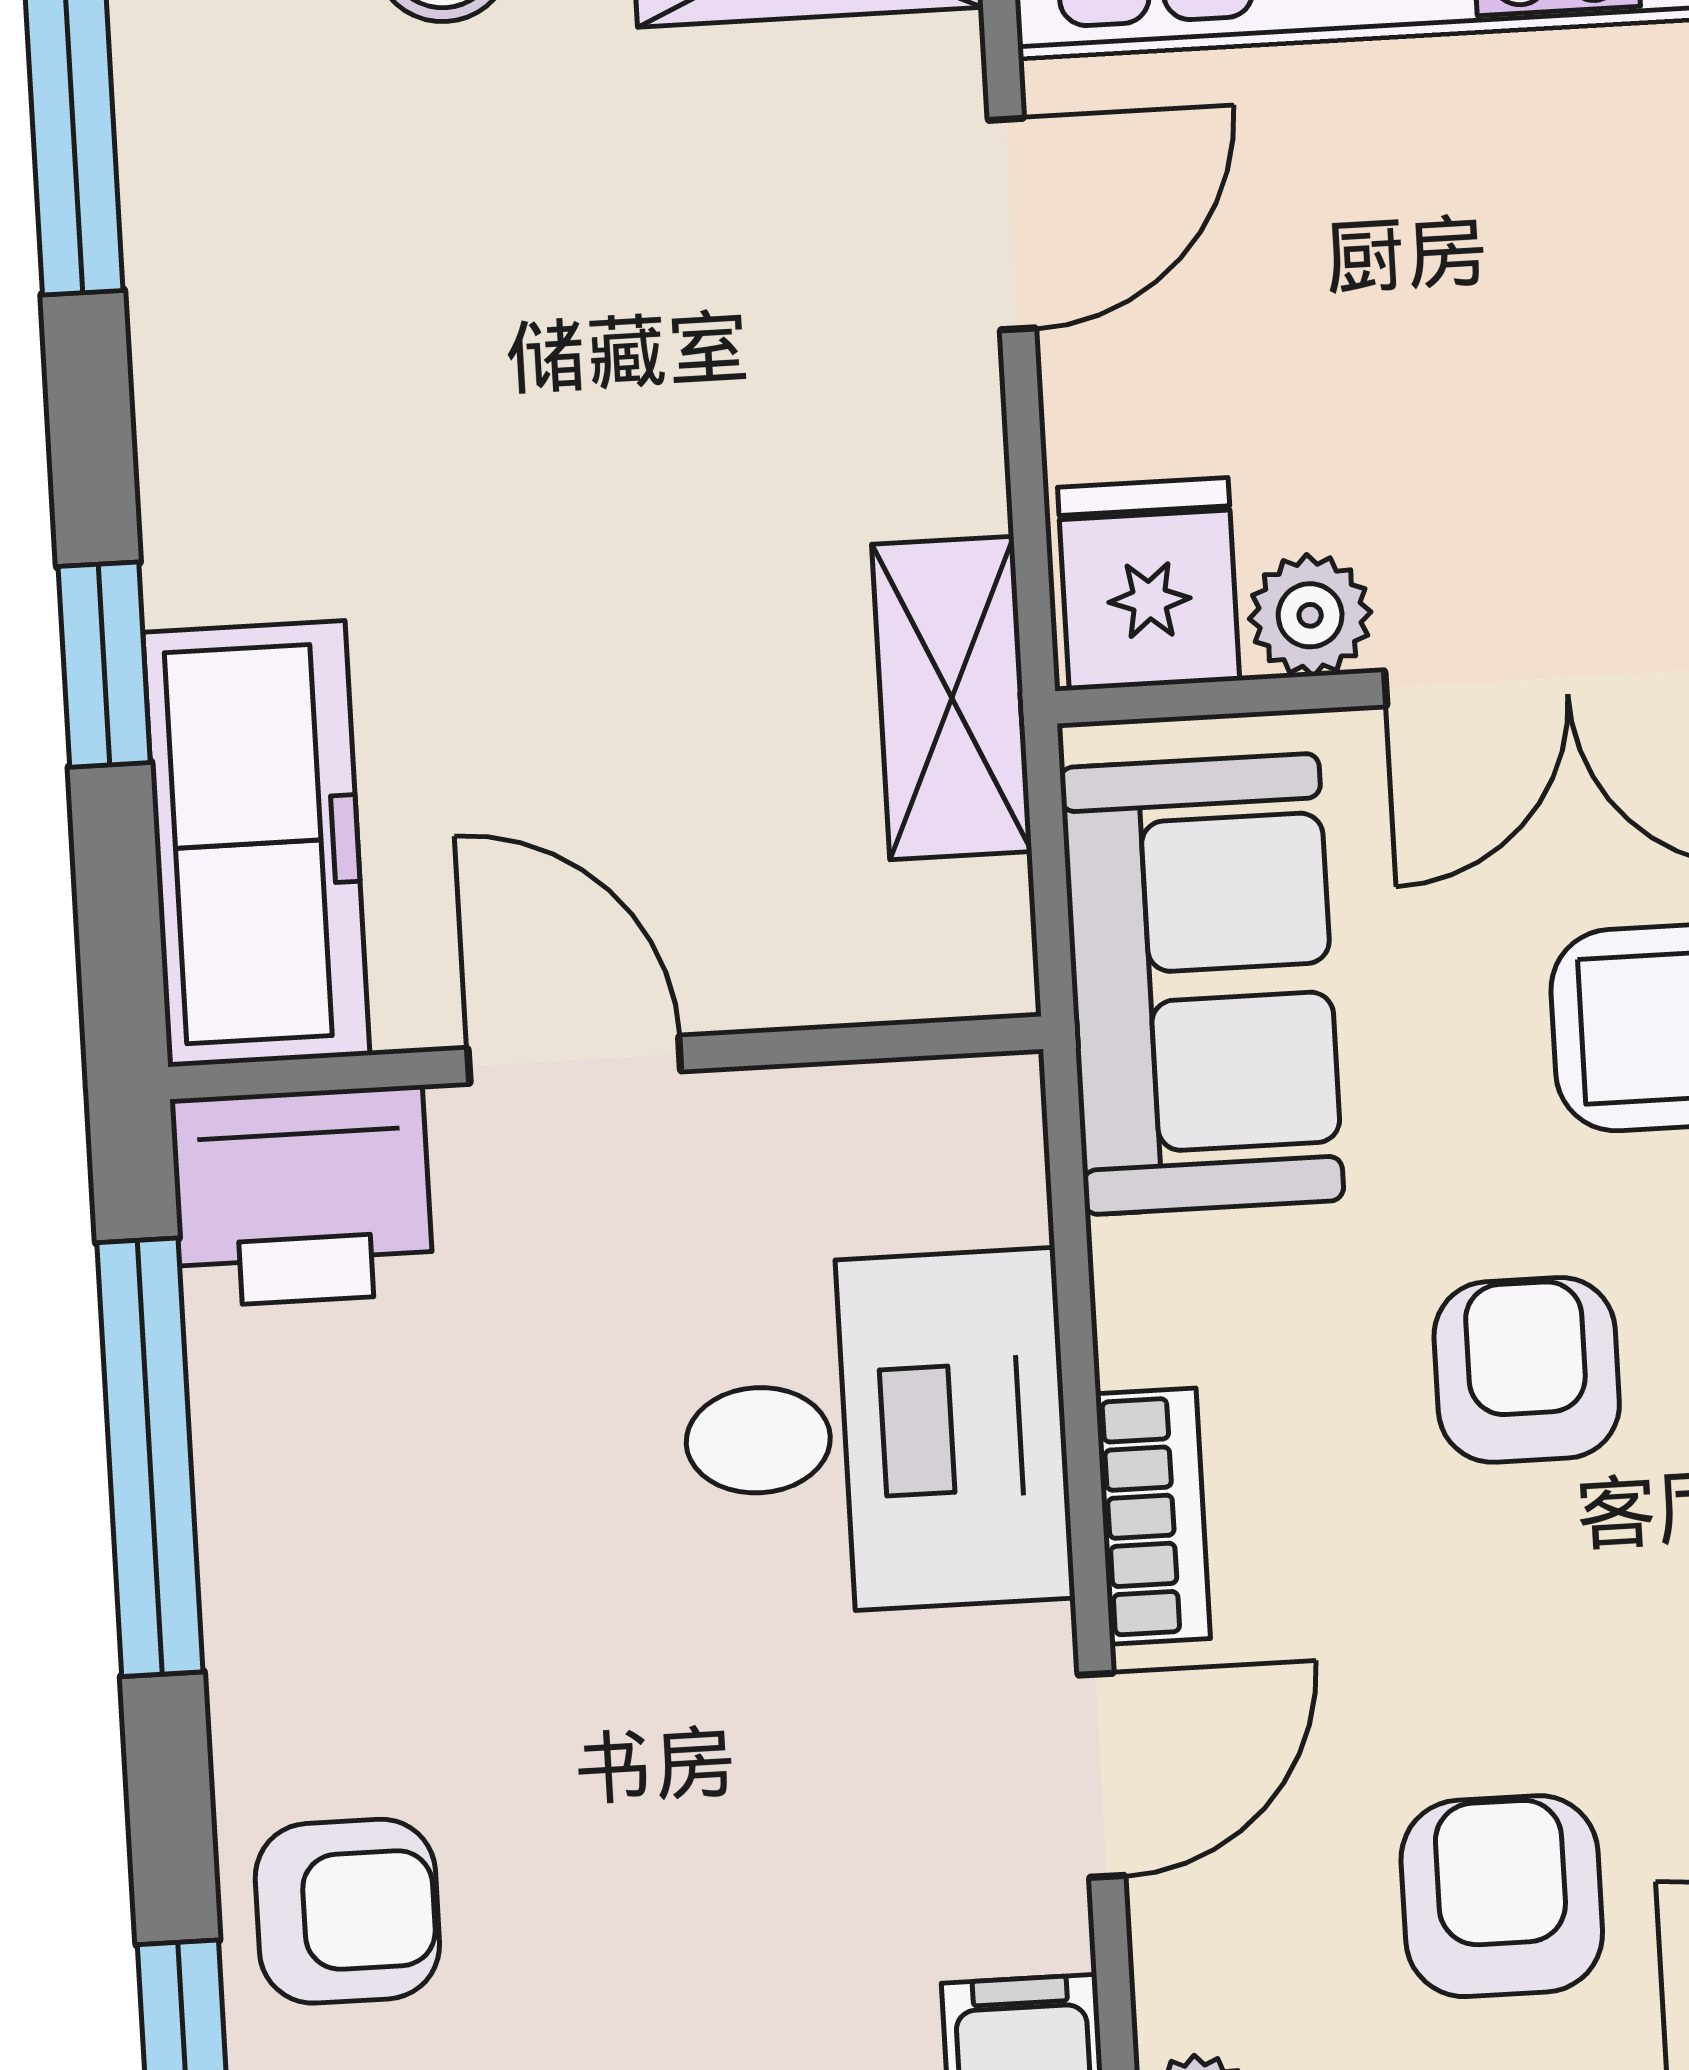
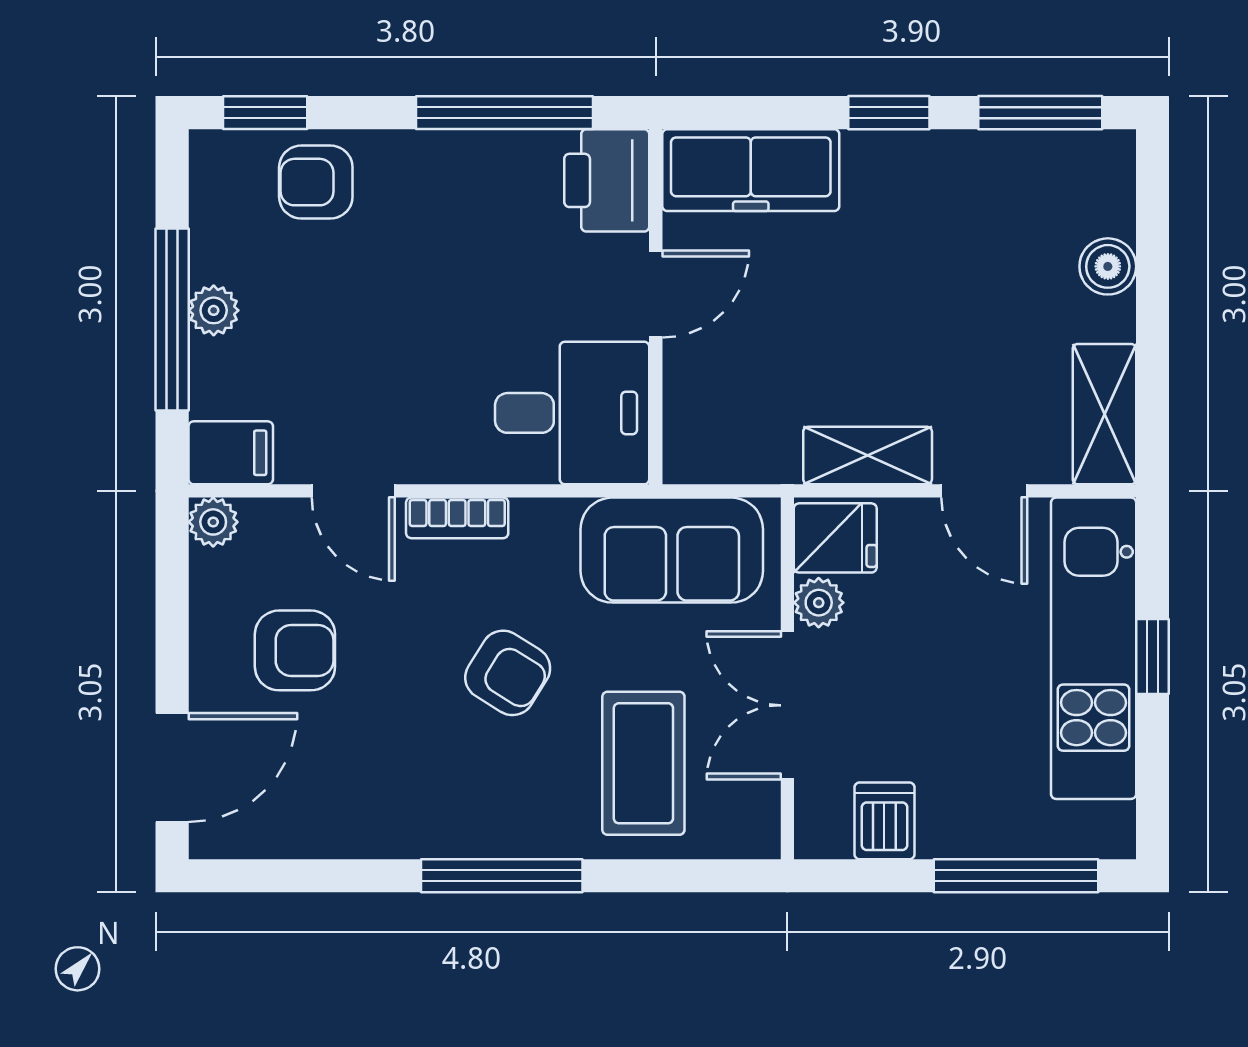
window: (104, 665) -> (889, 113), moved
shelving: (952, 698) -> (868, 455), moved
armchair: (1527, 1370) -> (508, 673), turned 32
desk: (876, 1433) -> (572, 413), moved, turned -90
armchair: (347, 1911) -> (316, 182), turned 90

